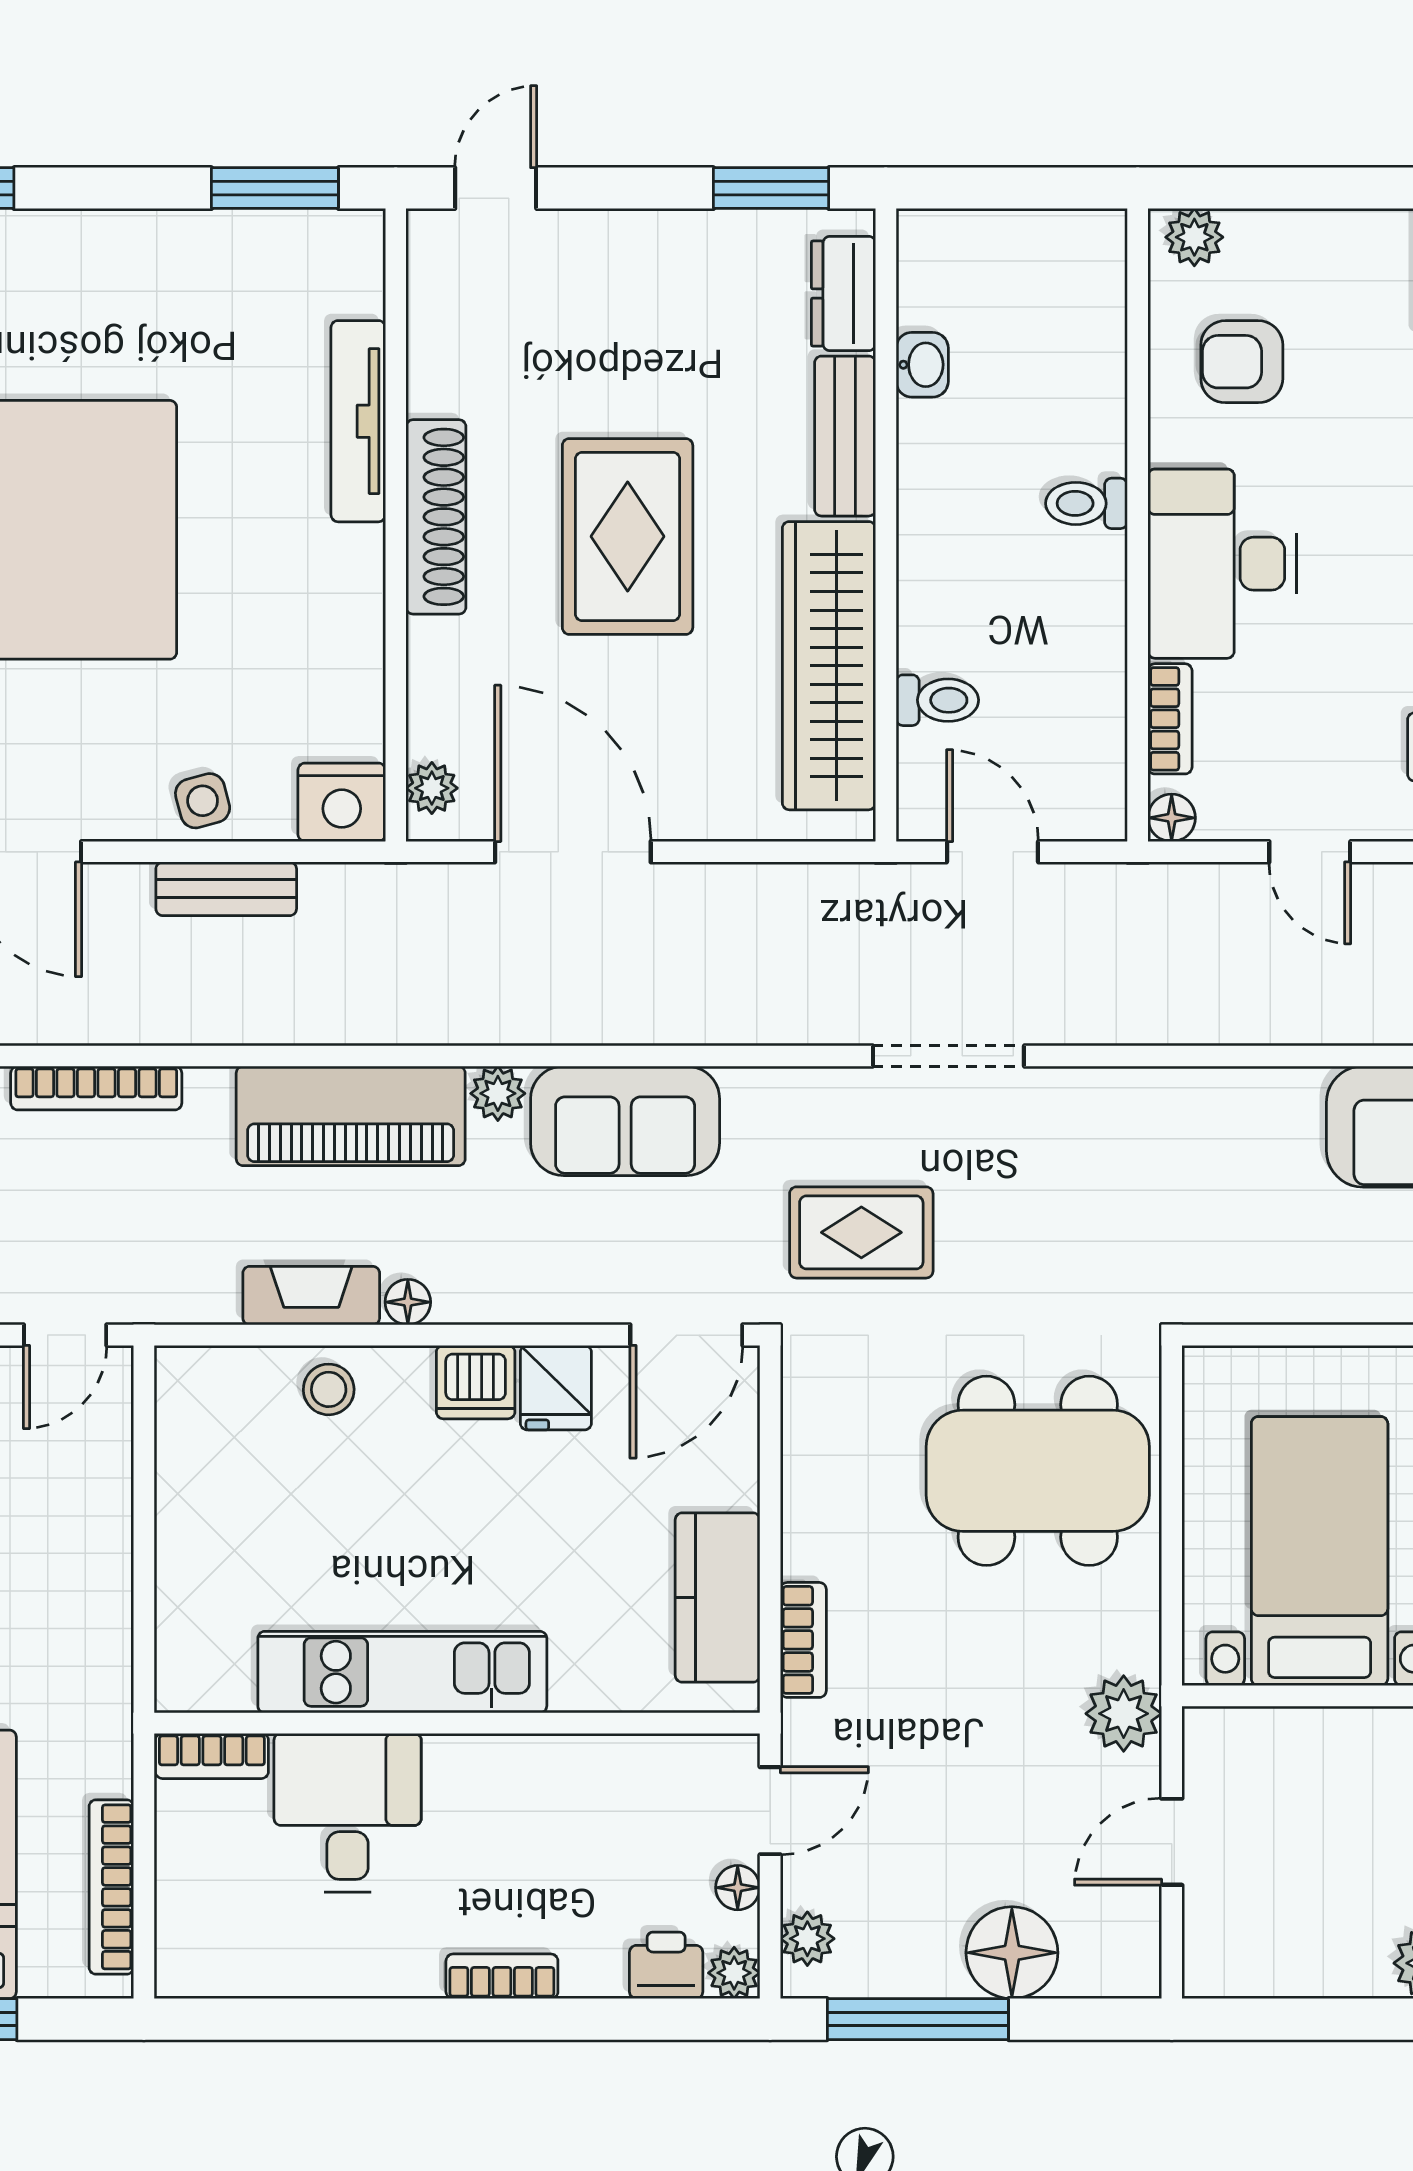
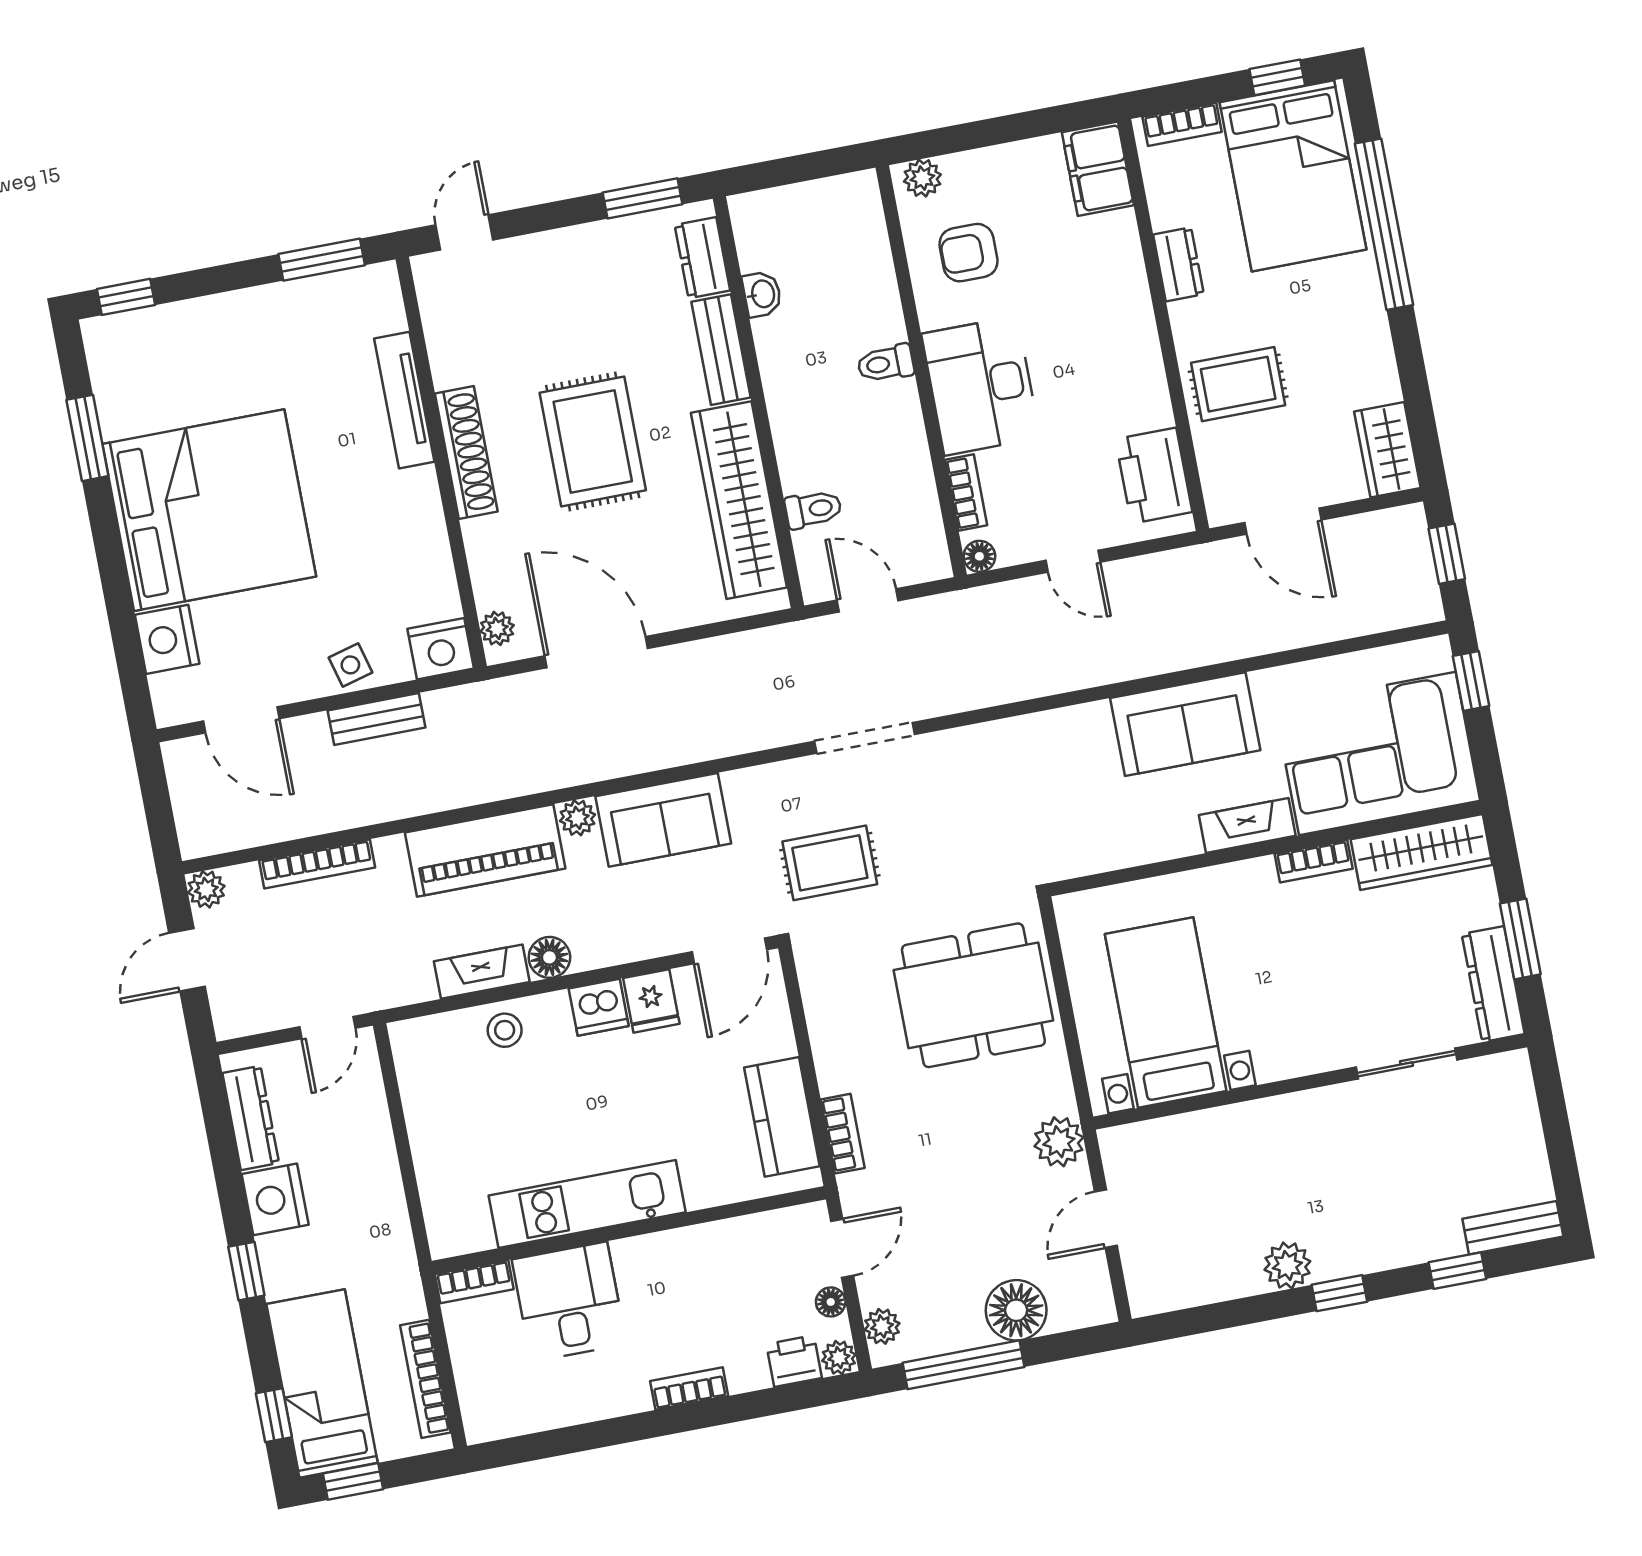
floor lamp: (408, 1302) -> (549, 957), width x1.37, depth x1.37

